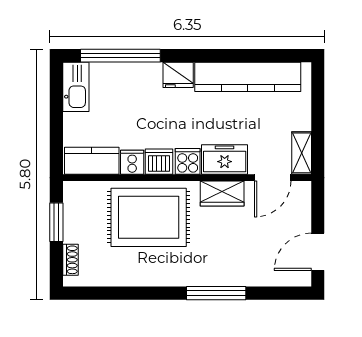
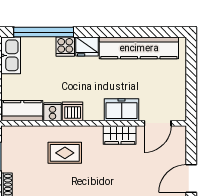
shelving: (302, 153) -> (179, 105), removed
cooker: (188, 161) -> (65, 47), moved, turned 180
rug: (149, 217) -> (65, 153), width x0.54, depth x0.49

